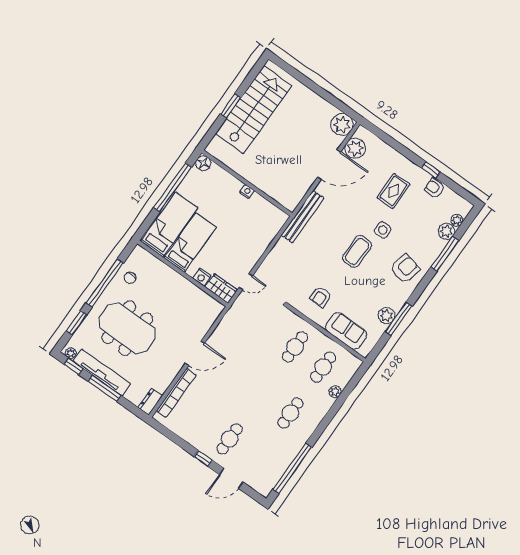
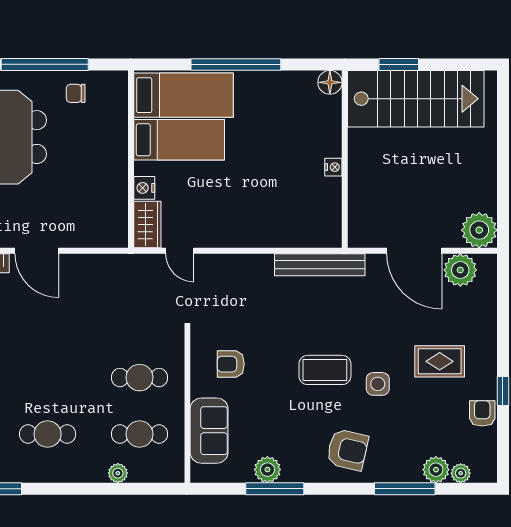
floor lamp: (203, 163) -> (330, 82), moved
wall: (247, 183) -> (345, 159), moved
nightstand: (247, 192) -> (333, 167), moved

